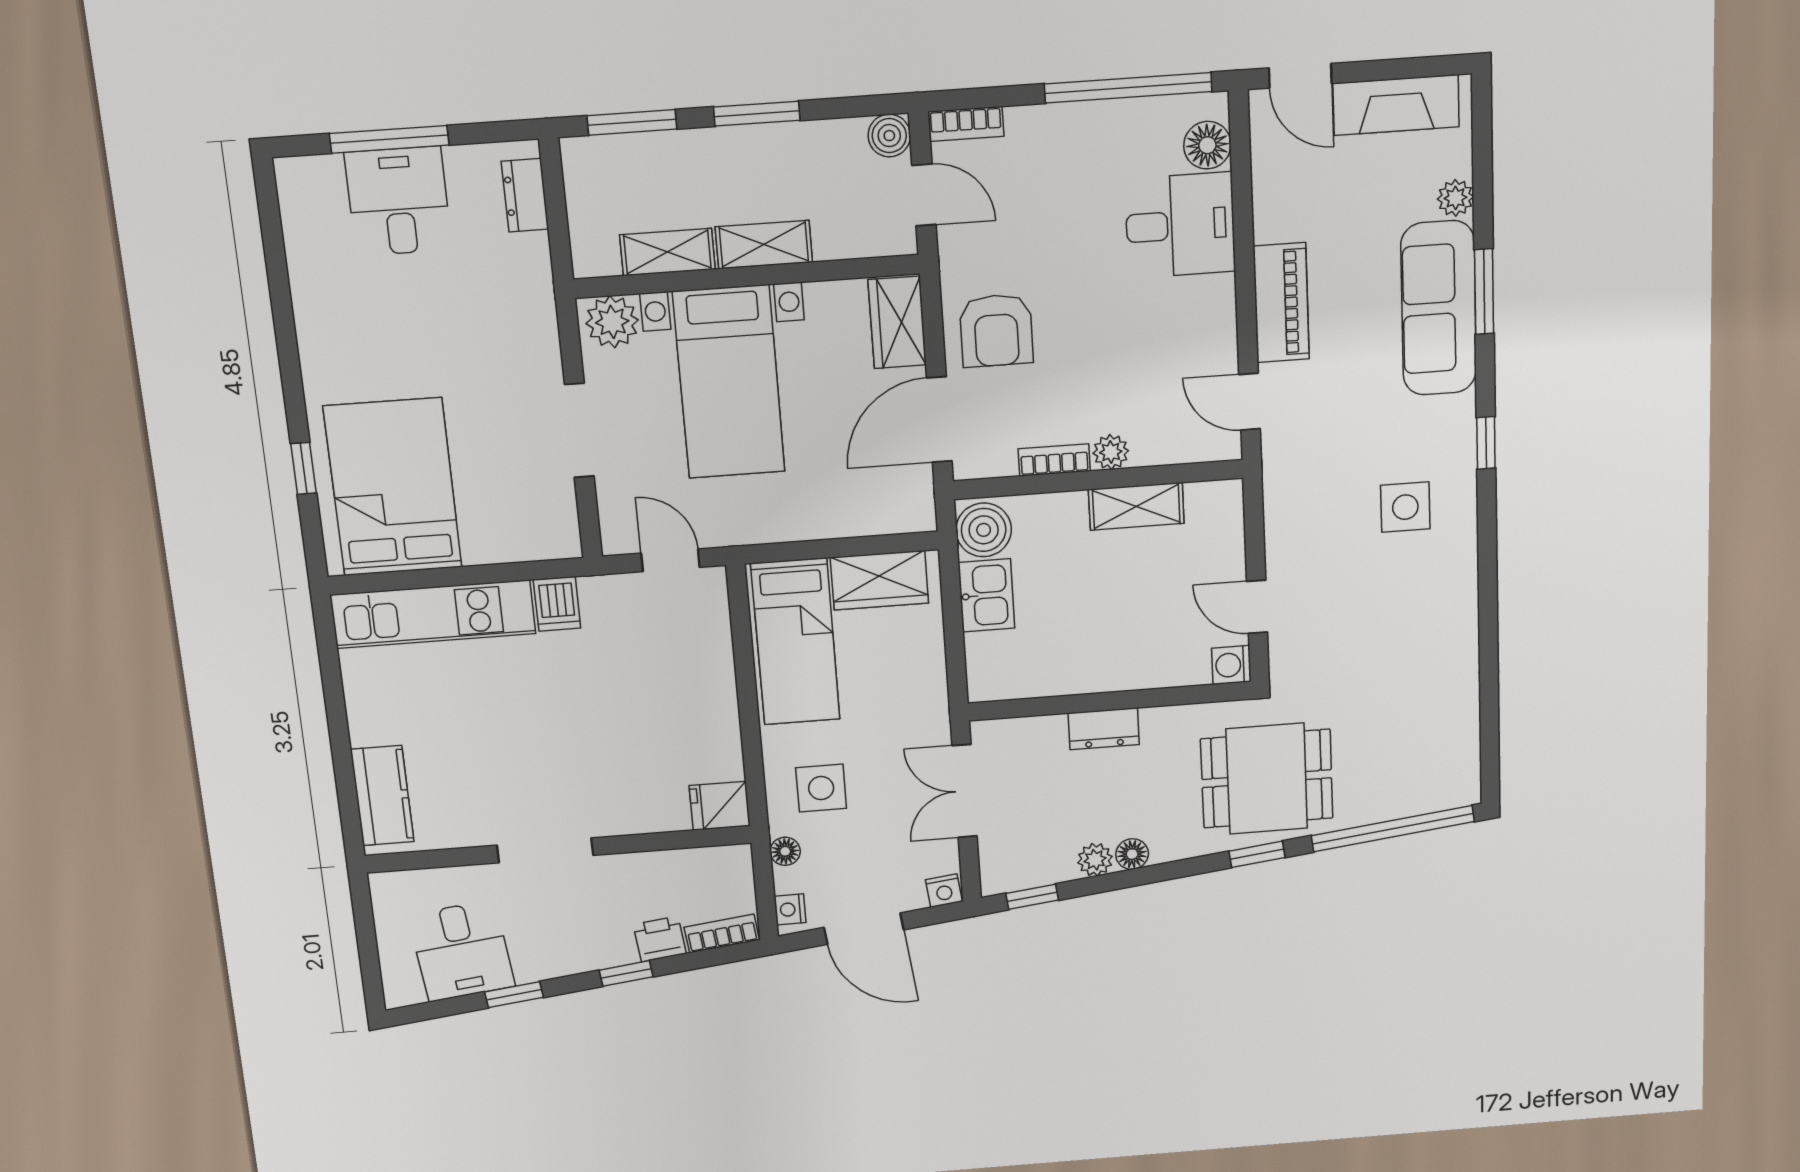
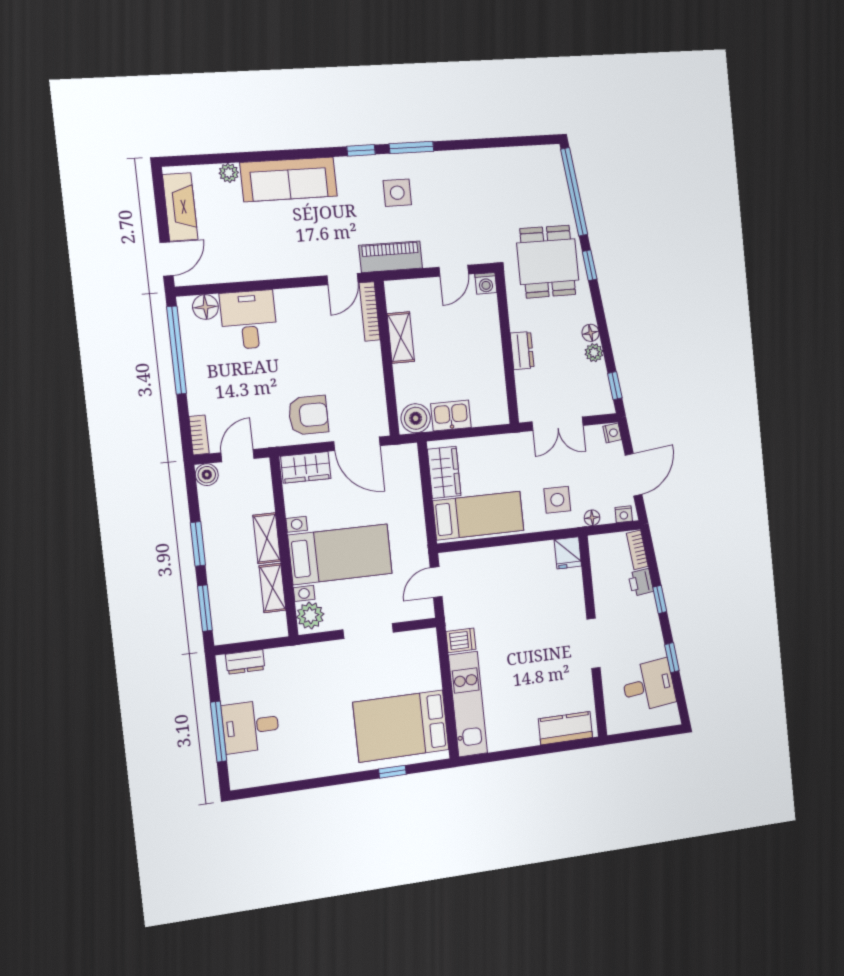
window: (1484, 292) -> (412, 147), moved
piano: (1281, 303) -> (391, 257), moved
plant: (1111, 452) -> (372, 352), removed
bookcase: (1054, 460) -> (370, 311), moved, width x1.56

